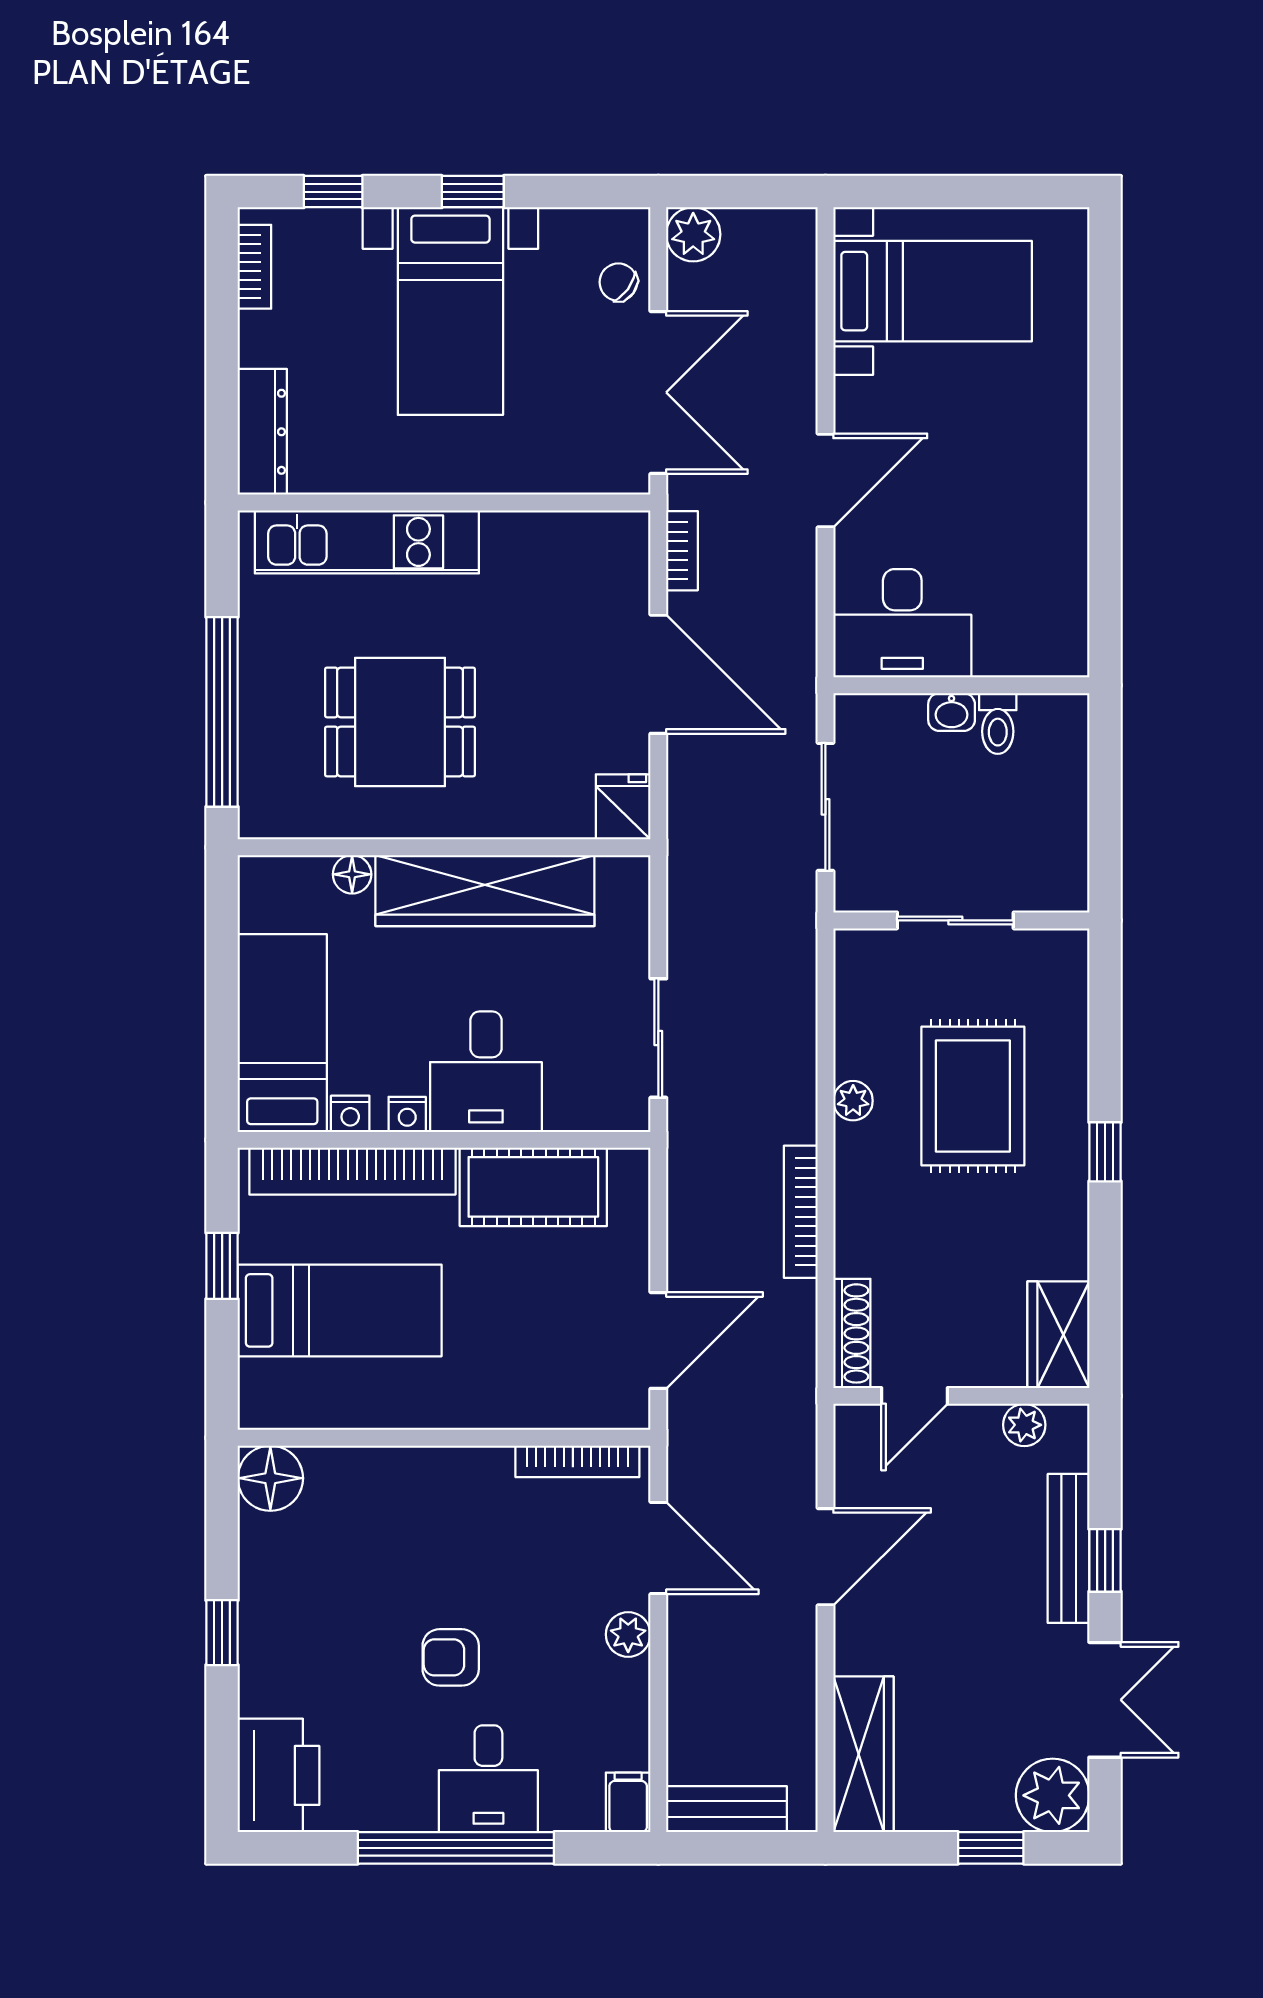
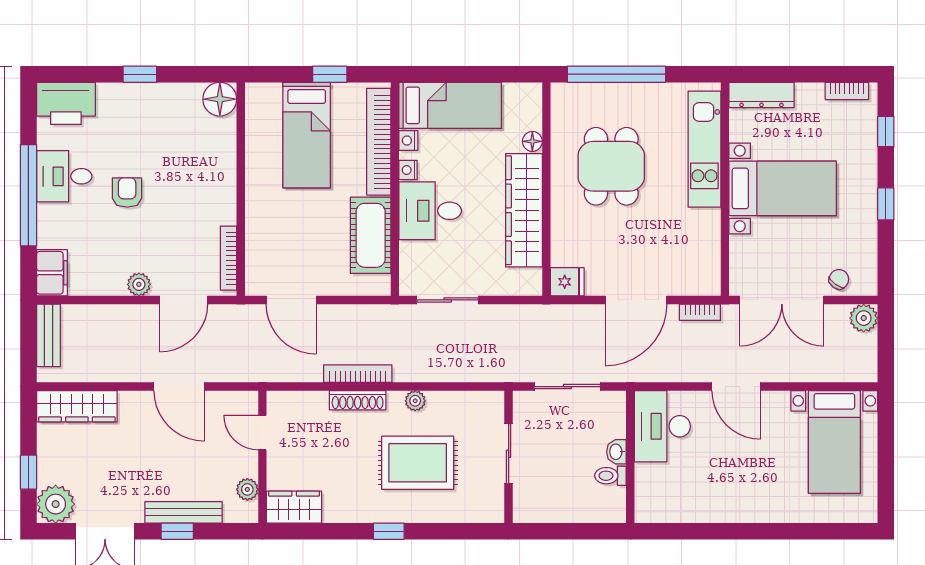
bed with nightstands: (450, 311) -> (783, 188), moved, turned 180
shoe rack: (852, 1333) -> (358, 400), moved
desk: (488, 1779) -> (64, 176), moved
filing cabinet: (628, 1802) -> (52, 273), width x2.00

